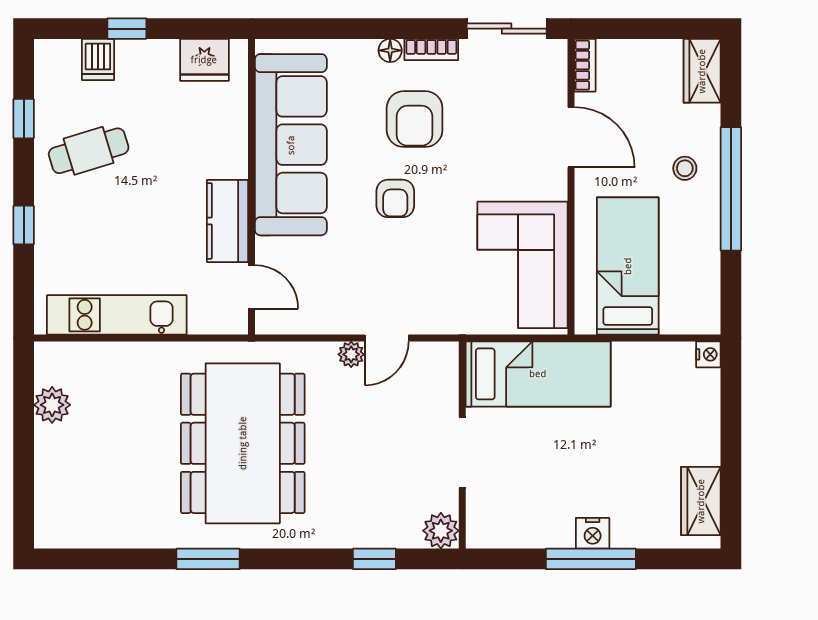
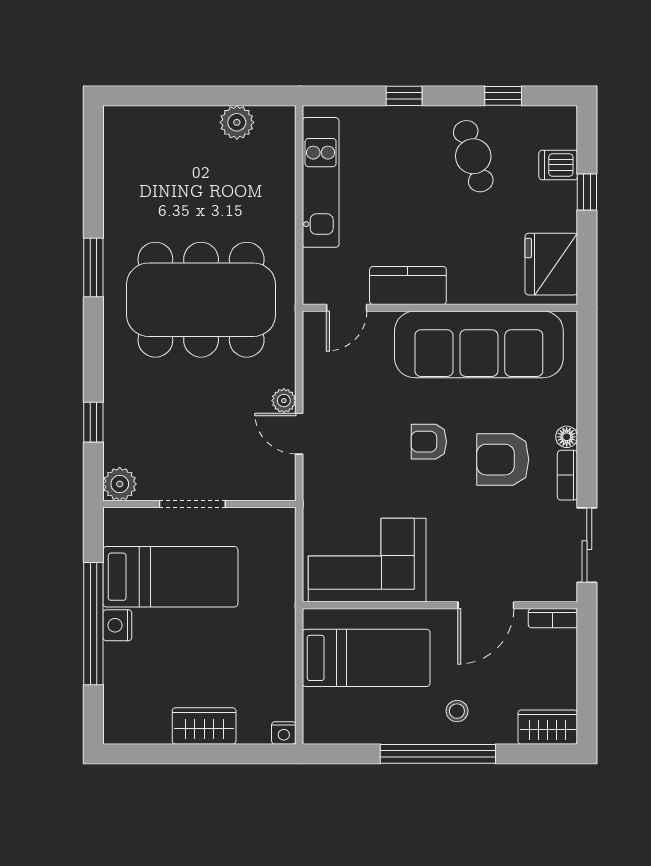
fridge: (204, 60) -> (551, 264), width x1.36, depth x1.34
bed: (538, 374) -> (170, 577), moved, turned -90
wardrobe: (701, 501) -> (204, 726), moved
window: (591, 559) -> (93, 624), width x1.46

